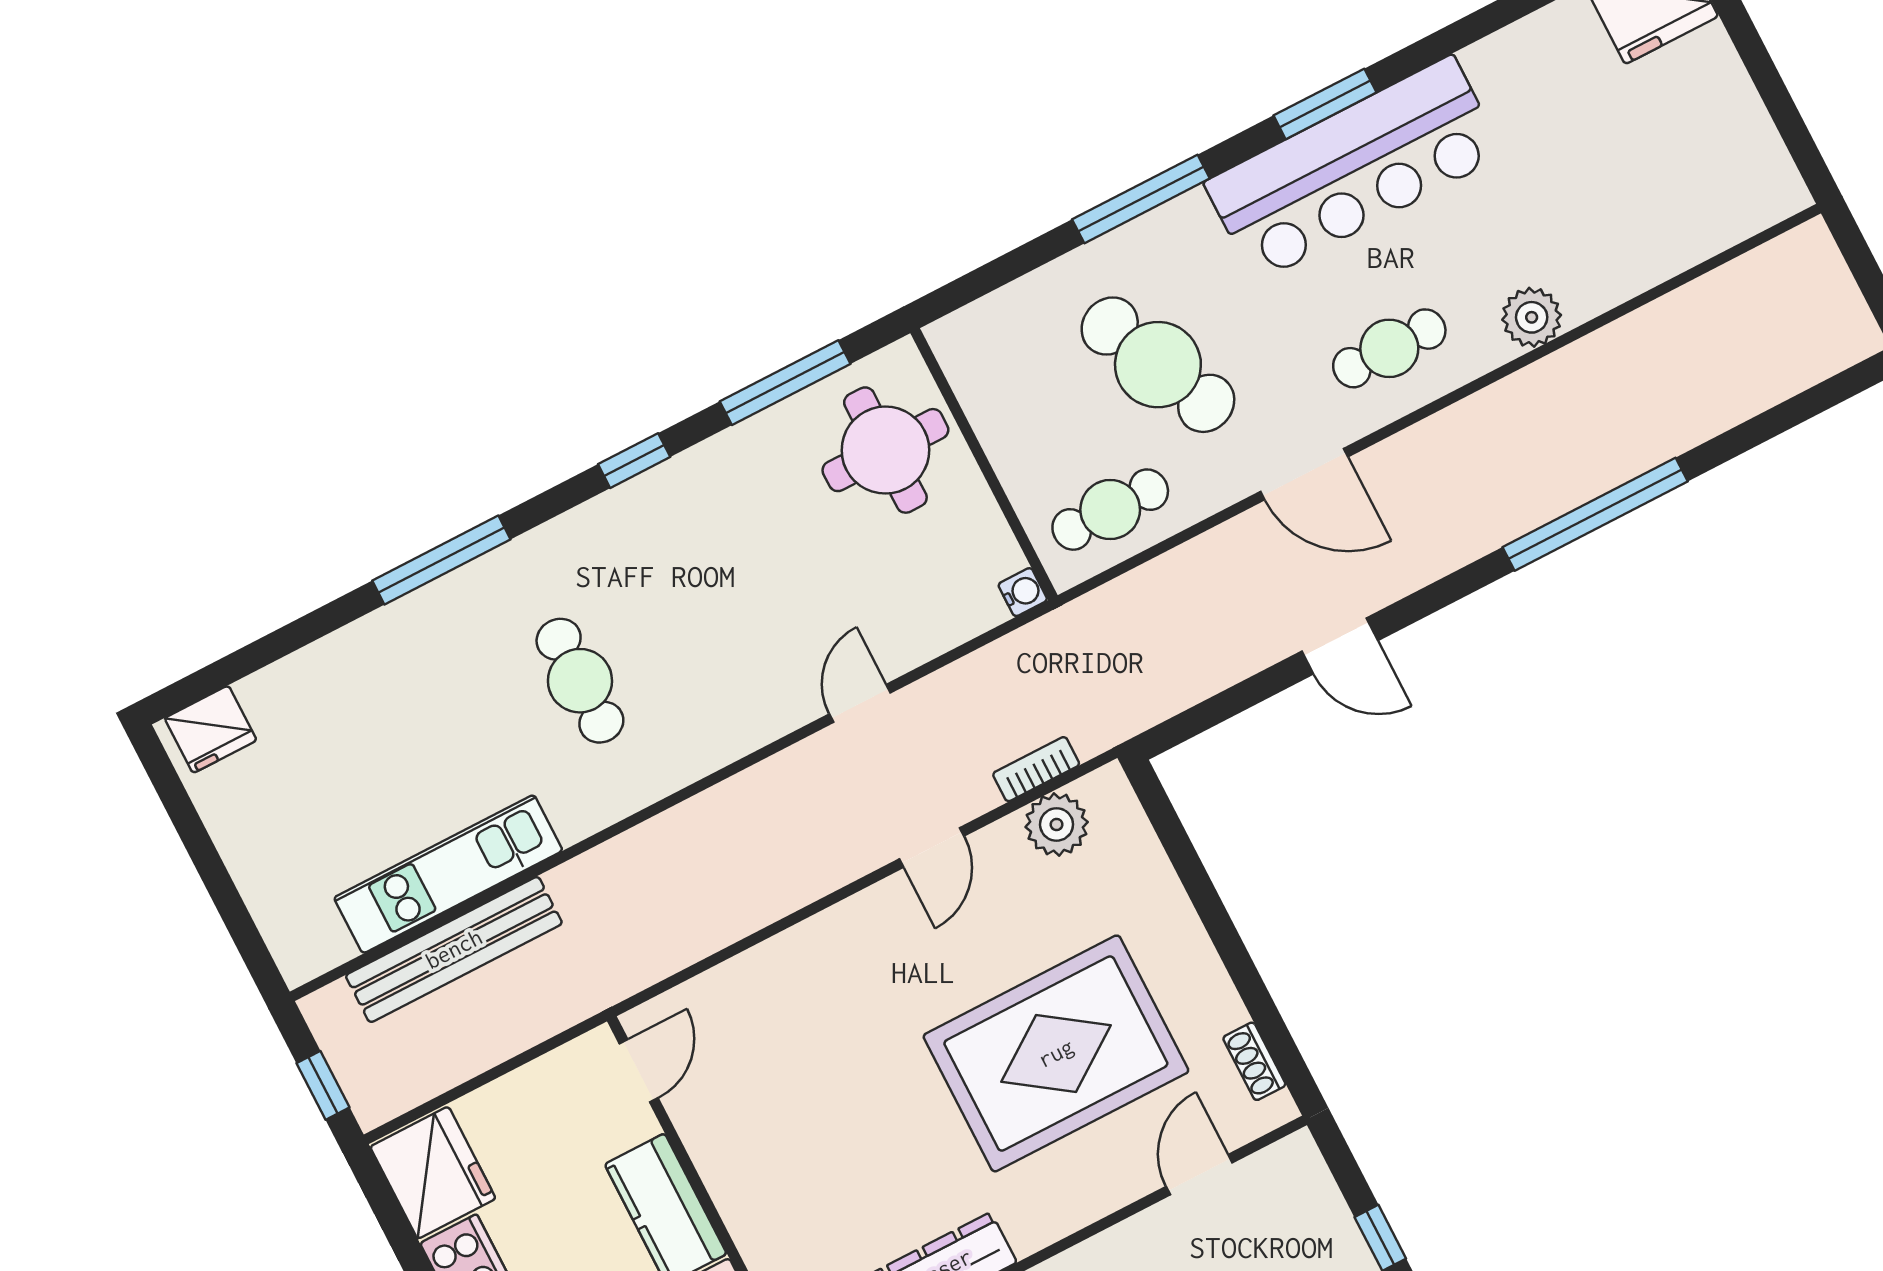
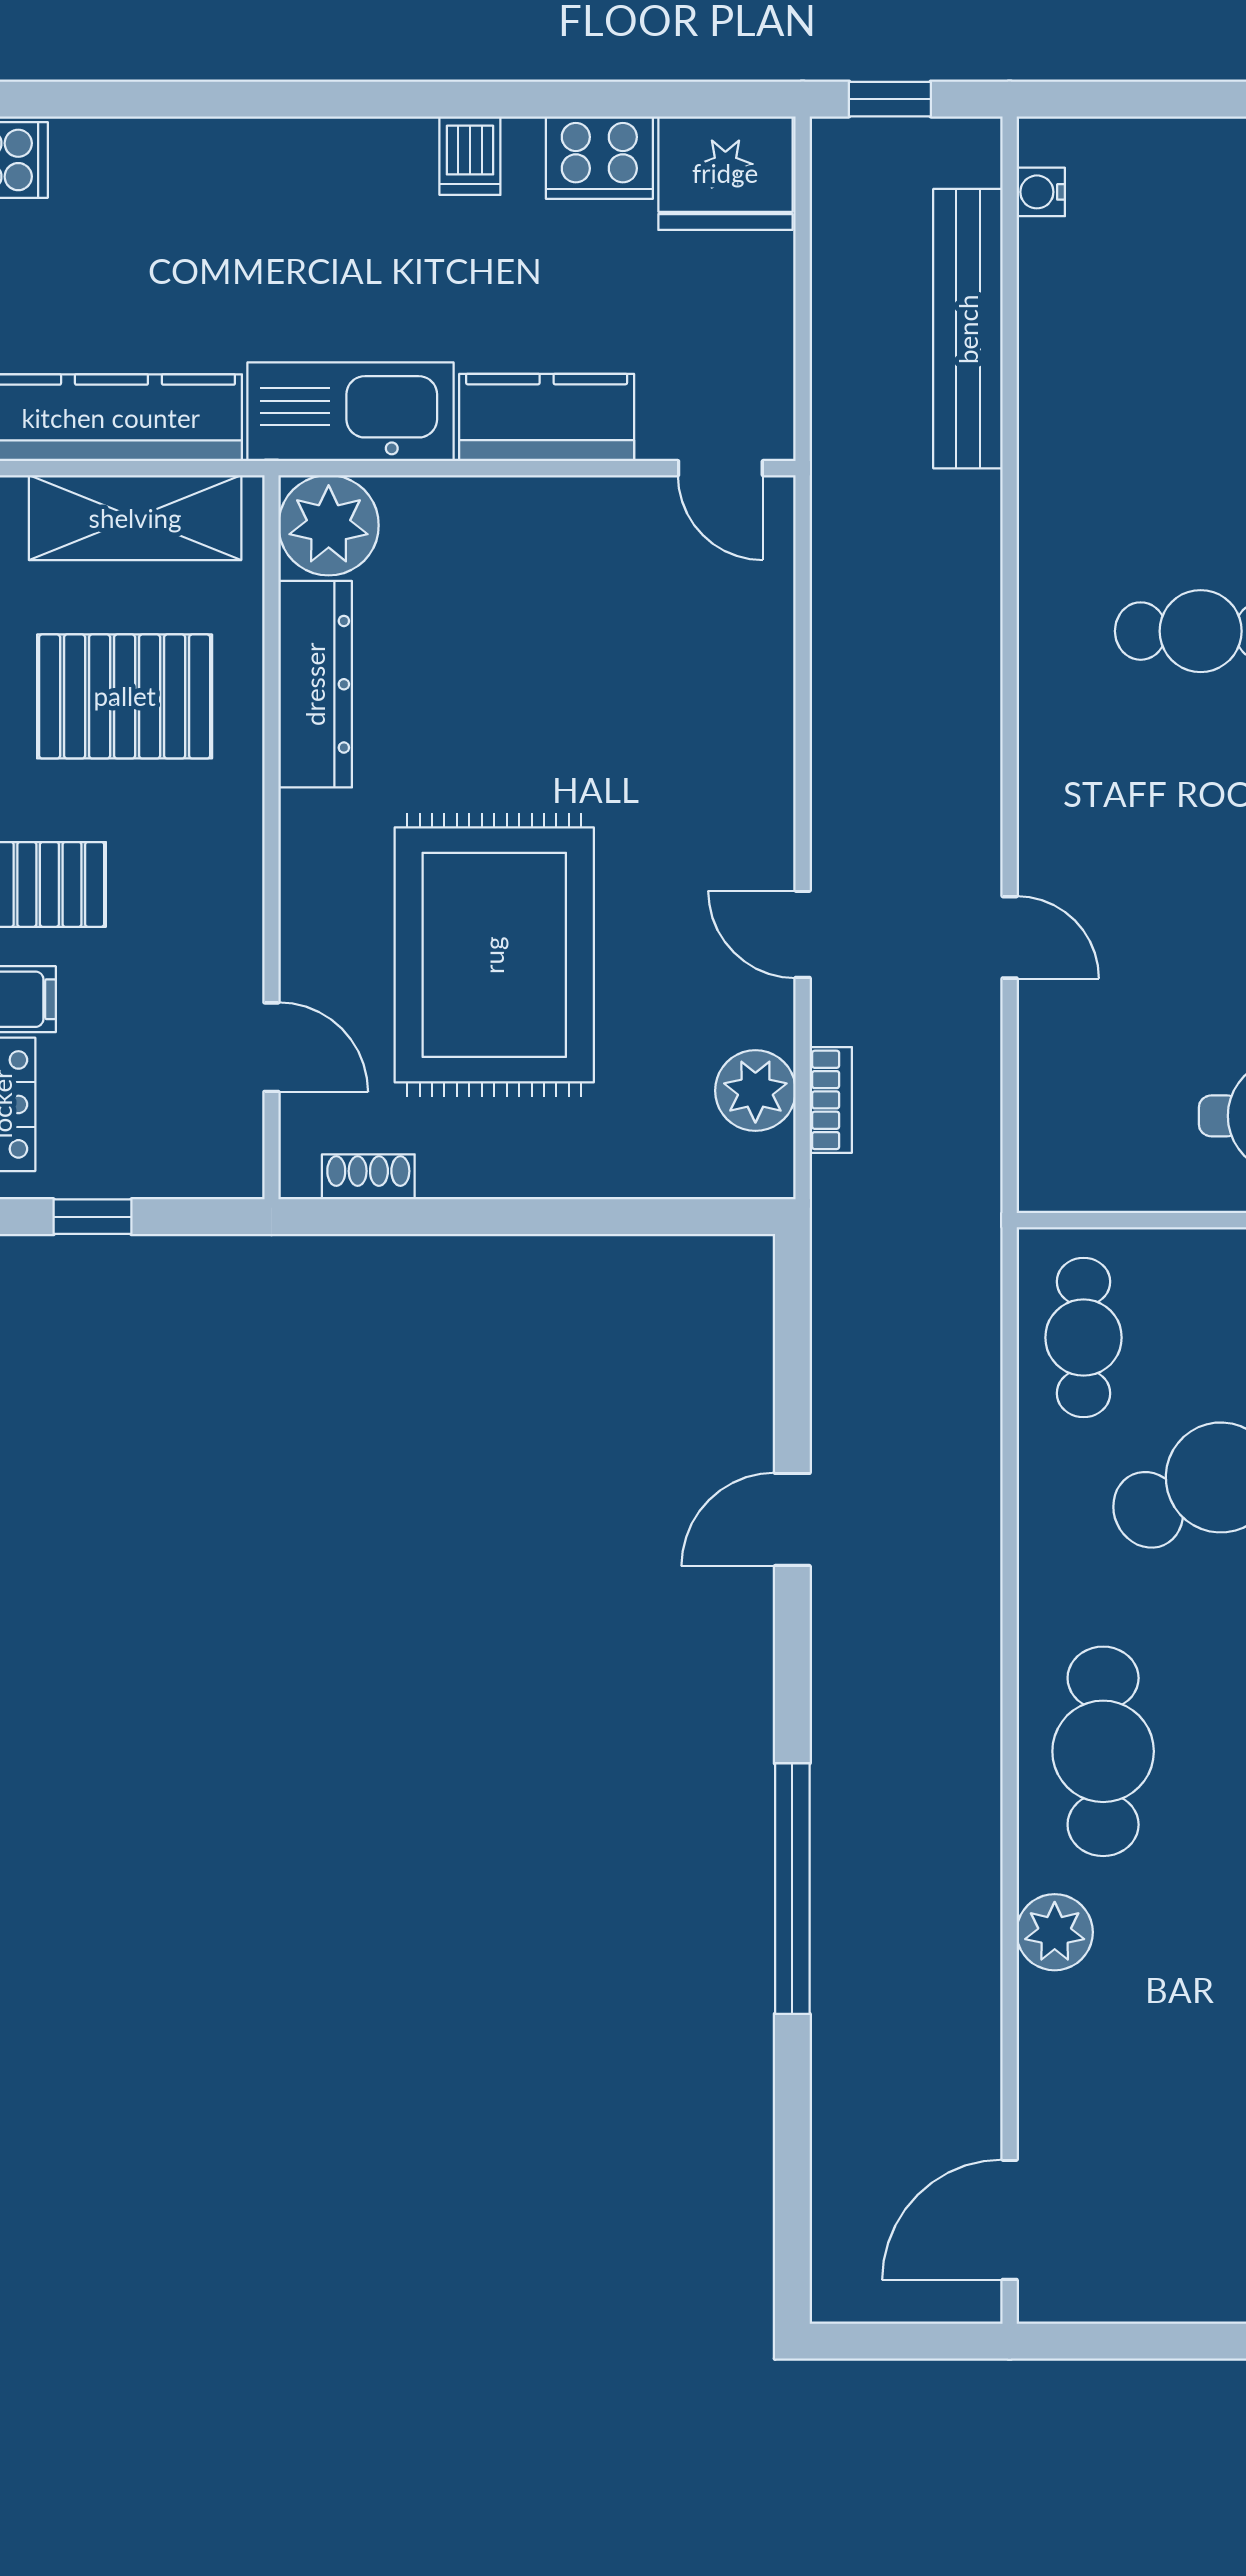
cafe table: (1389, 348) -> (1103, 1751), width x1.37, depth x1.35
door: (1304, 474) -> (1010, 2220), moved
water cooler: (1023, 592) -> (1041, 192), moved, turned 90
kitchen unit: (448, 874) -> (1057, 367), removed

